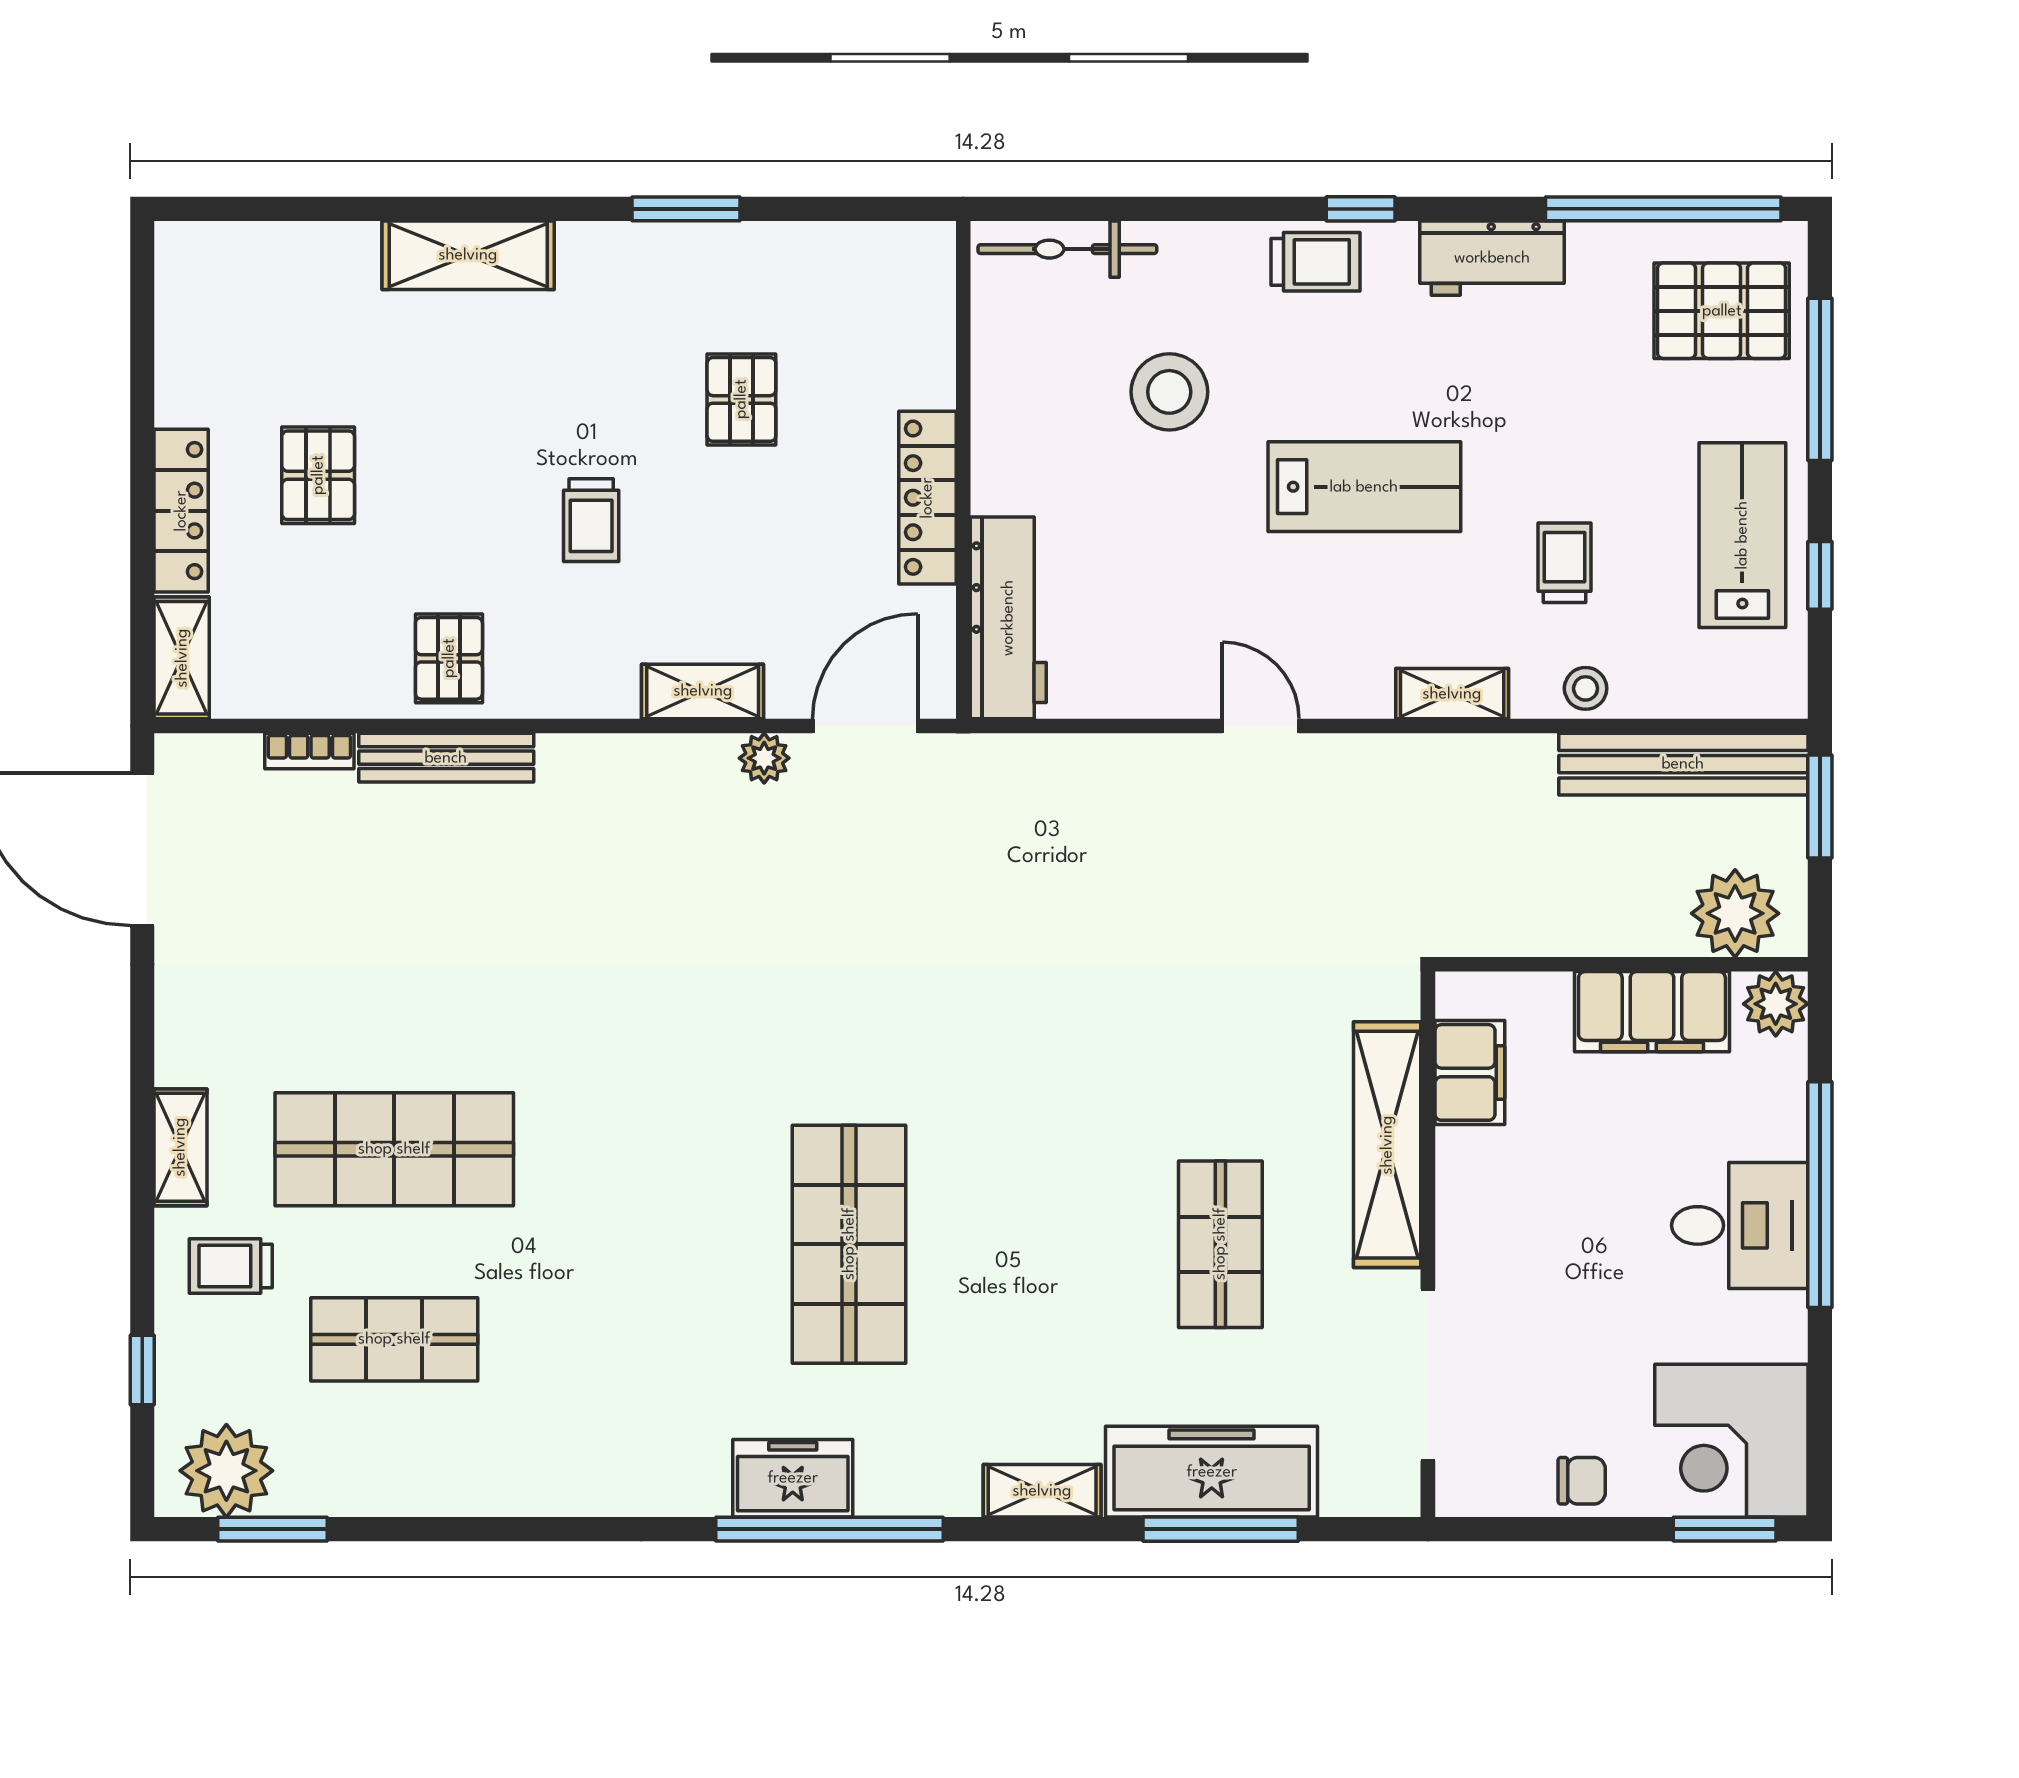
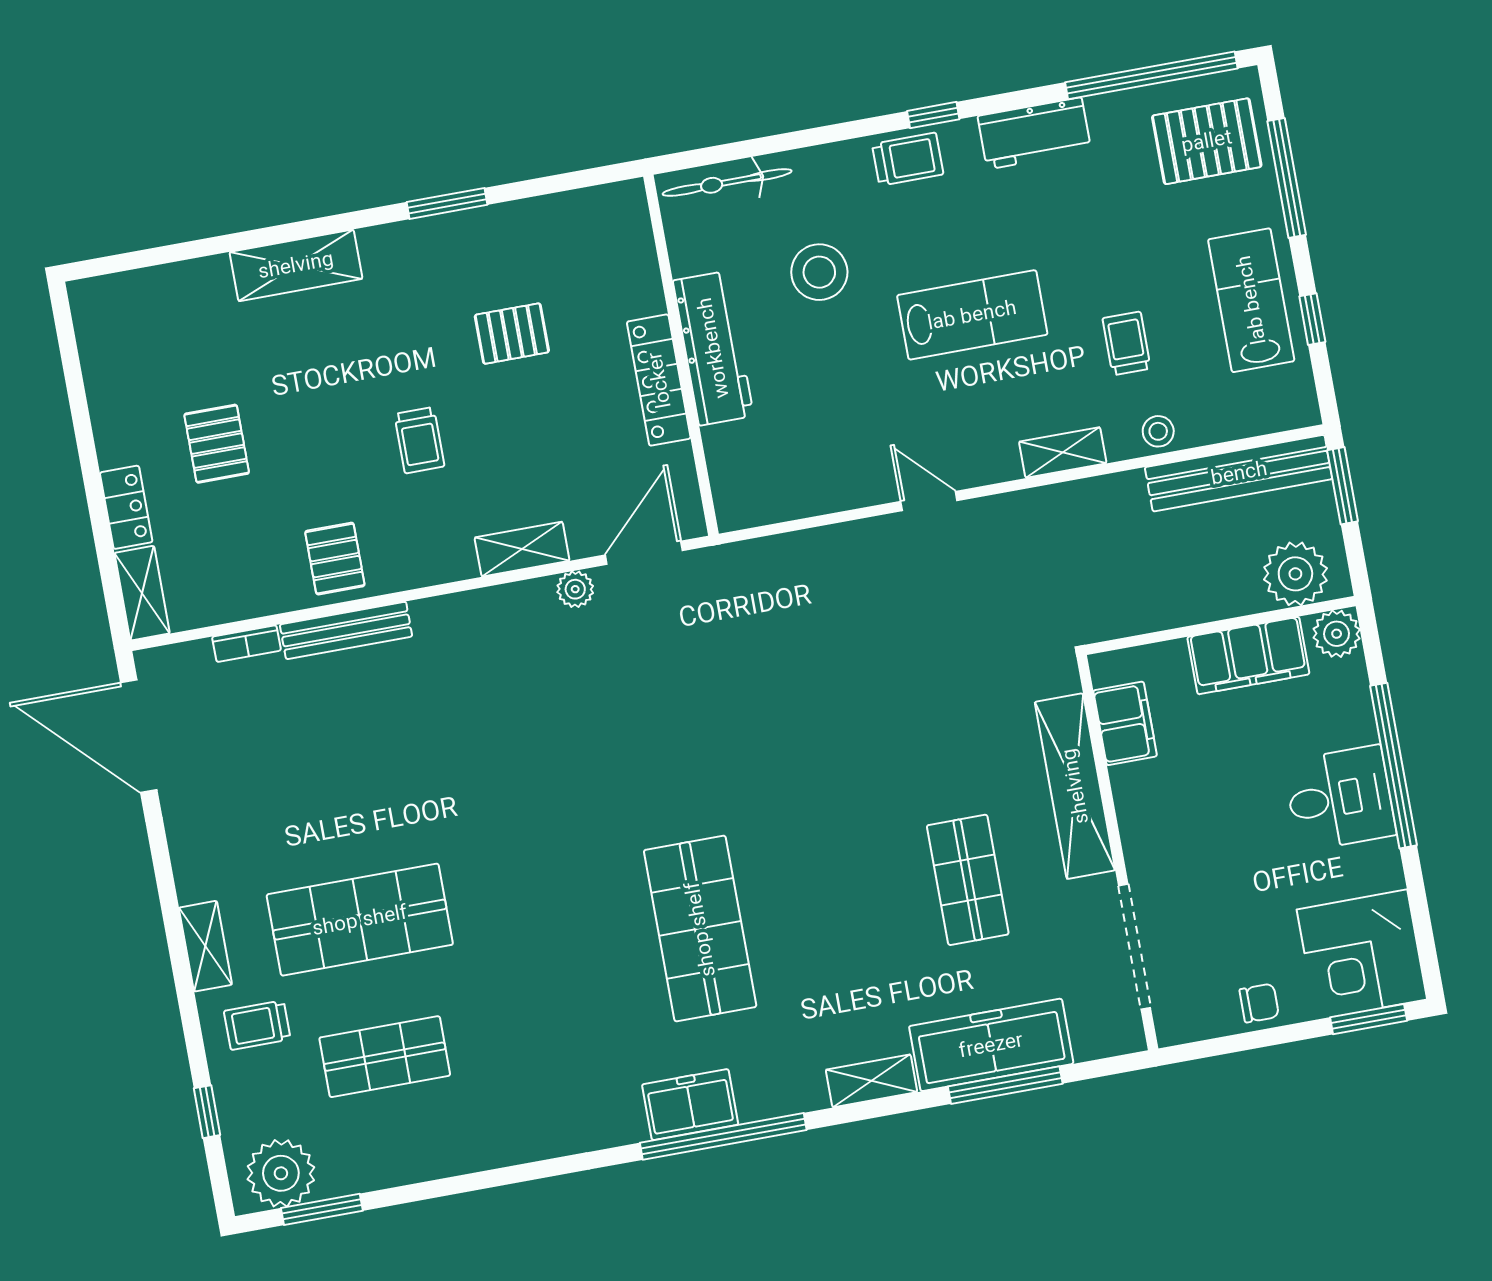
pallet: (741, 399) -> (512, 334), turned 90
locker: (181, 511) -> (126, 507), width x0.66
workbench: (1008, 618) -> (713, 348), moved

